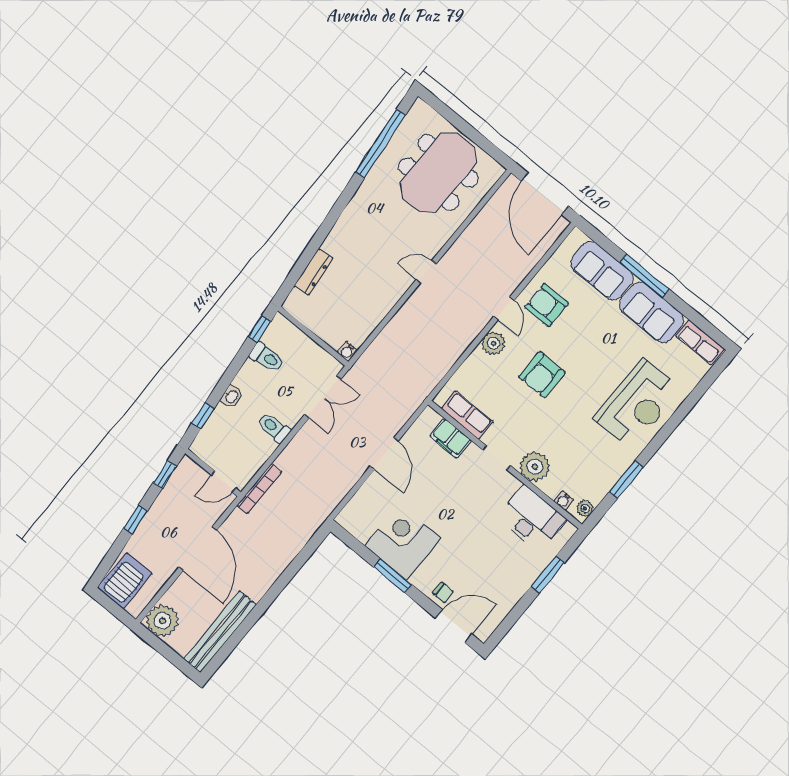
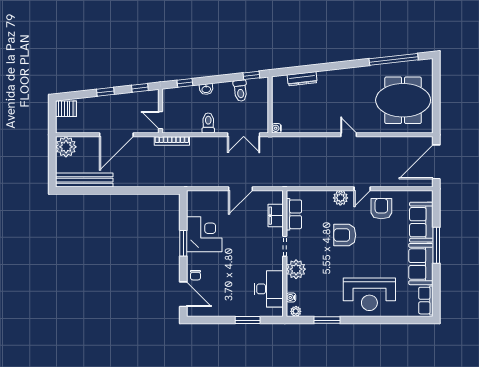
server rack: (125, 581) -> (66, 109), width x0.73, depth x0.70

